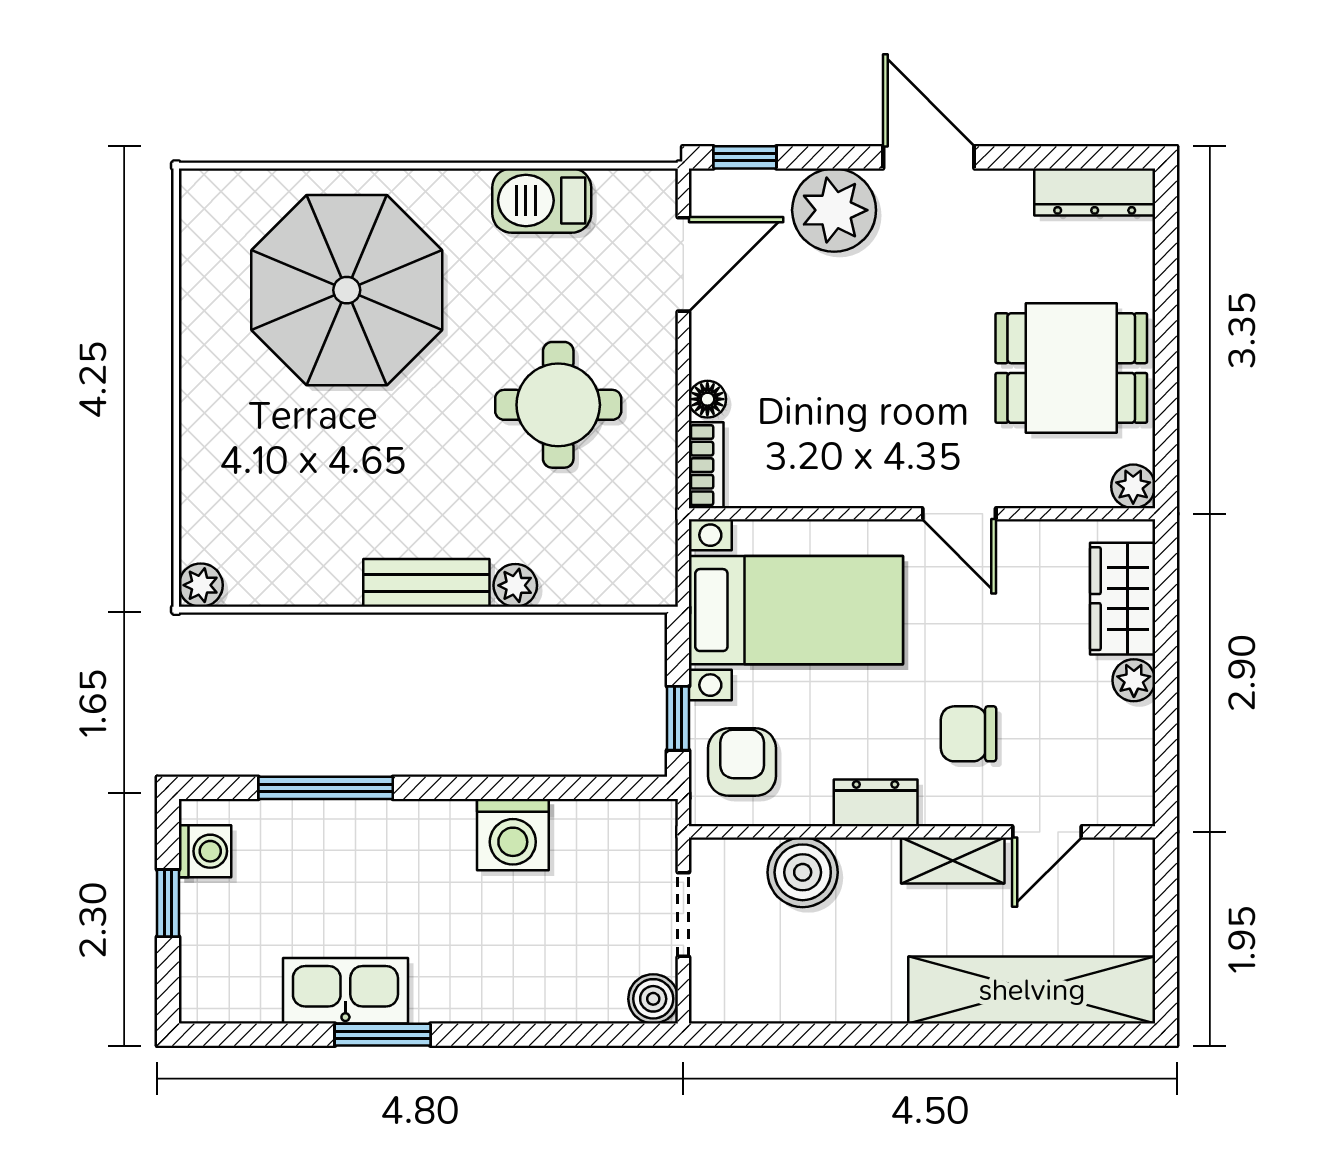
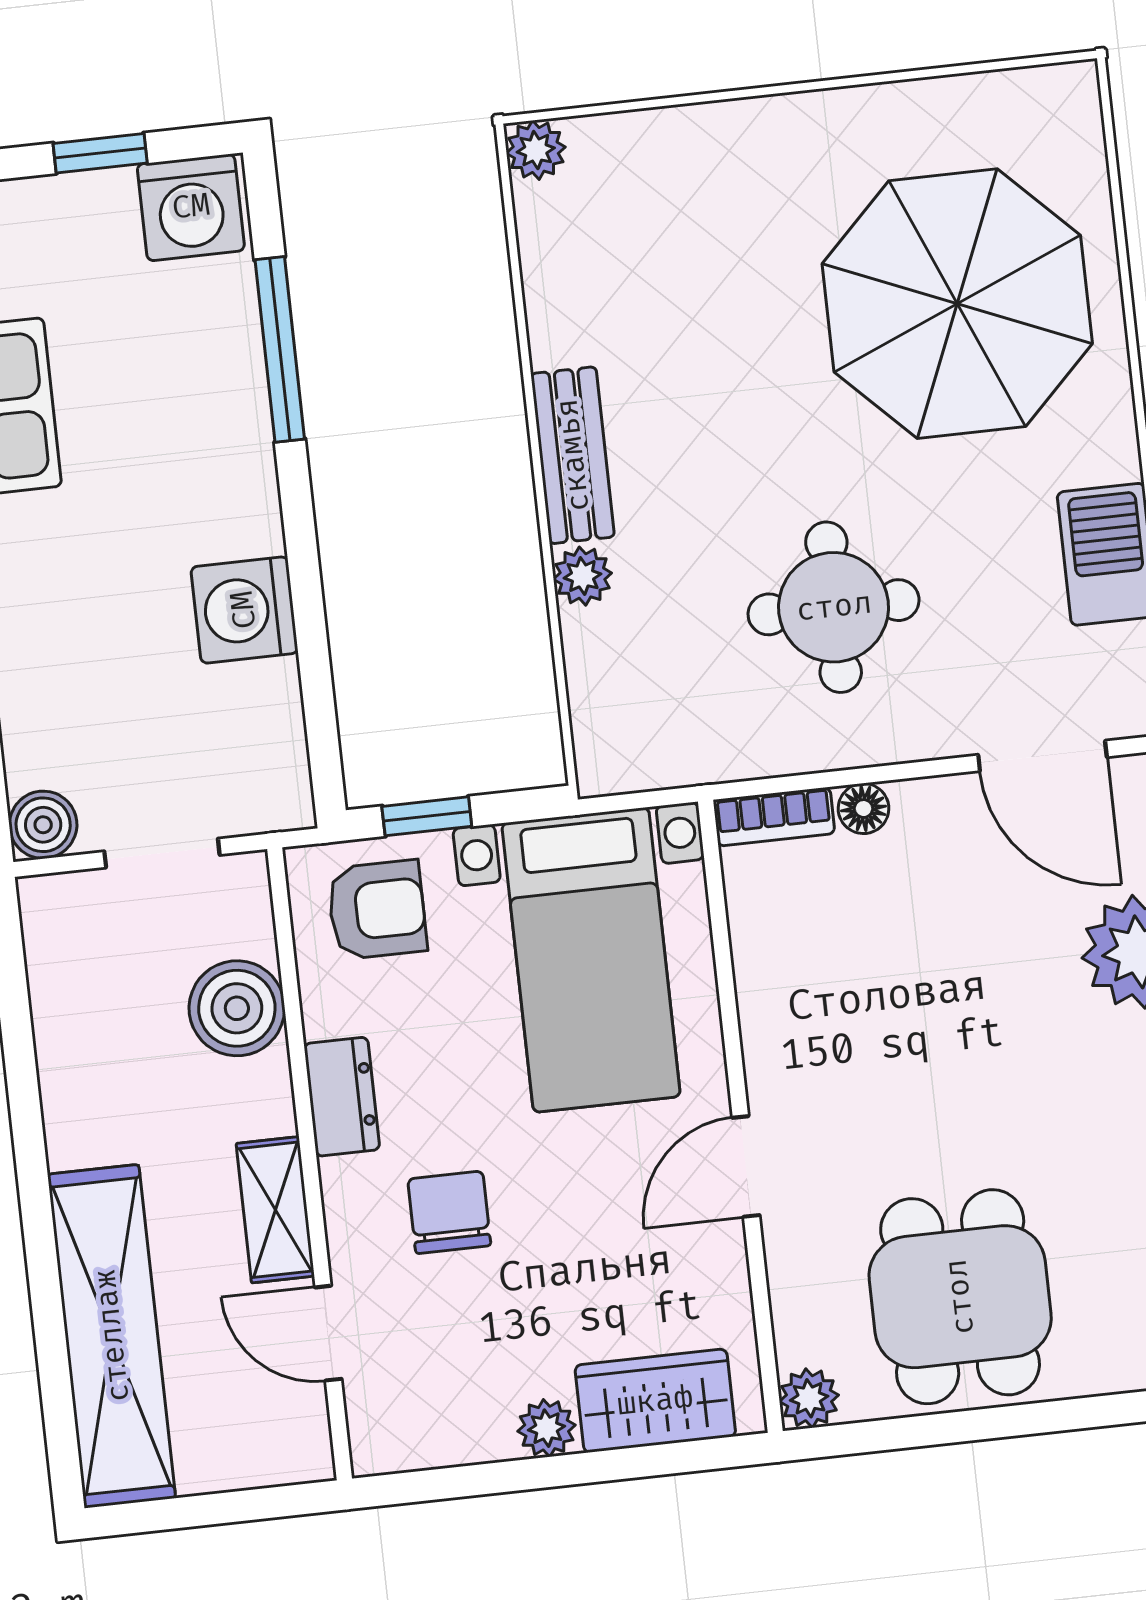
washing machine: (205, 851) -> (191, 207), width x1.38, depth x1.38

